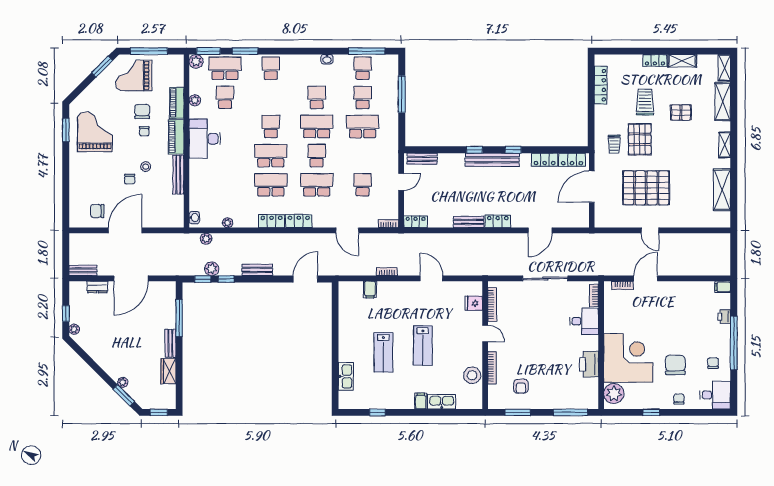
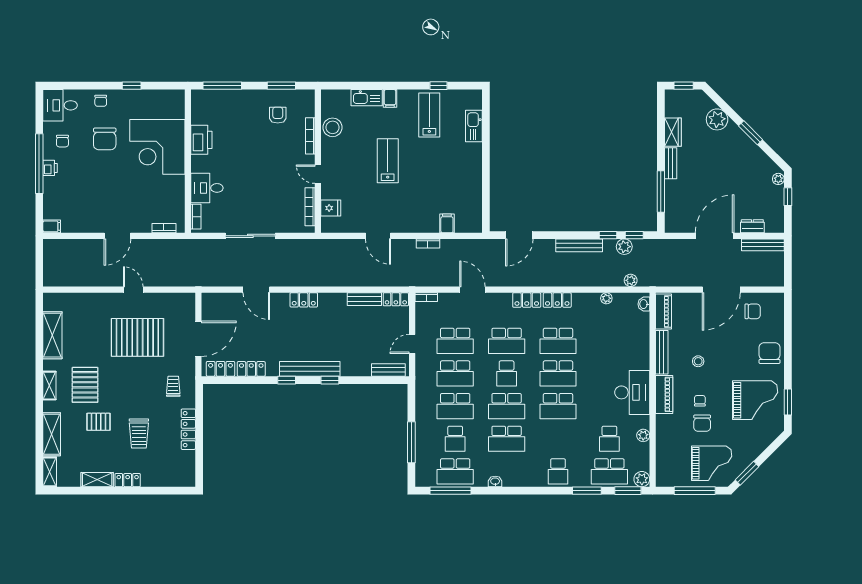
school desk: (363, 68) -> (455, 471), width x1.85
locker: (601, 85) -> (188, 429), moved
school desk: (317, 97) -> (507, 439), width x1.85
piano: (177, 103) -> (663, 312), moved
school desk: (271, 127) -> (558, 406), width x1.85
grand piano: (95, 132) -> (755, 400), turned -90
pallet: (640, 139) -> (85, 385), moved
school desk: (363, 156) -> (455, 373), added
chair: (130, 179) -> (769, 353), moved, width x1.87, depth x1.87
school desk: (363, 185) -> (455, 341), width x1.85
bench: (469, 222) -> (364, 299), moved
door: (540, 230) -> (256, 290), swing flipped
bench: (83, 270) -> (763, 245), width x1.36
bench: (257, 270) -> (579, 245), width x1.36
door: (646, 278) -> (117, 236), moved
printer: (724, 317) -> (50, 168), moved
lab bench: (383, 352) -> (429, 115), moved
plant: (123, 382) -> (717, 119), width x1.87, depth x1.87
plant: (614, 394) -> (174, 107), removed
window: (124, 395) -> (751, 133), moved

